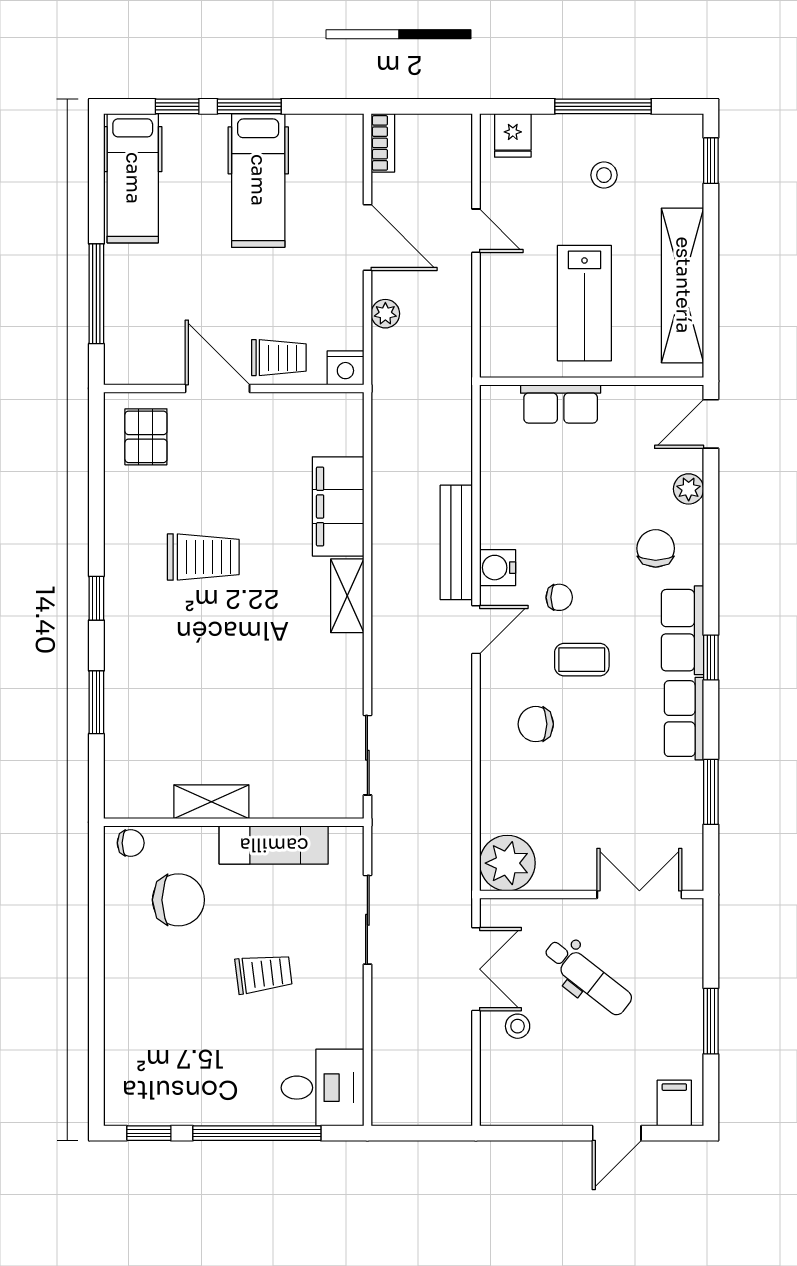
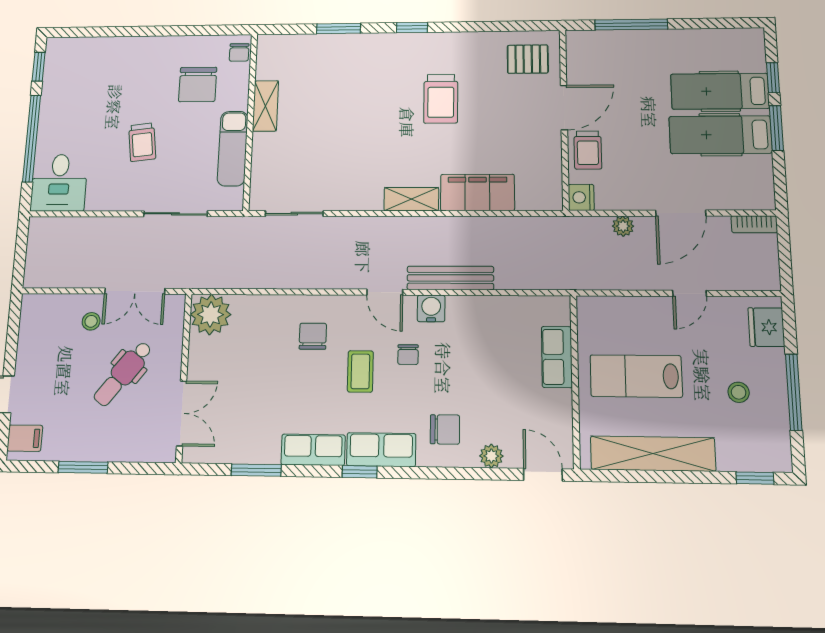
fridge: (513, 135) -> (766, 327), width x1.38
hospital bed: (133, 178) -> (720, 91), moved

